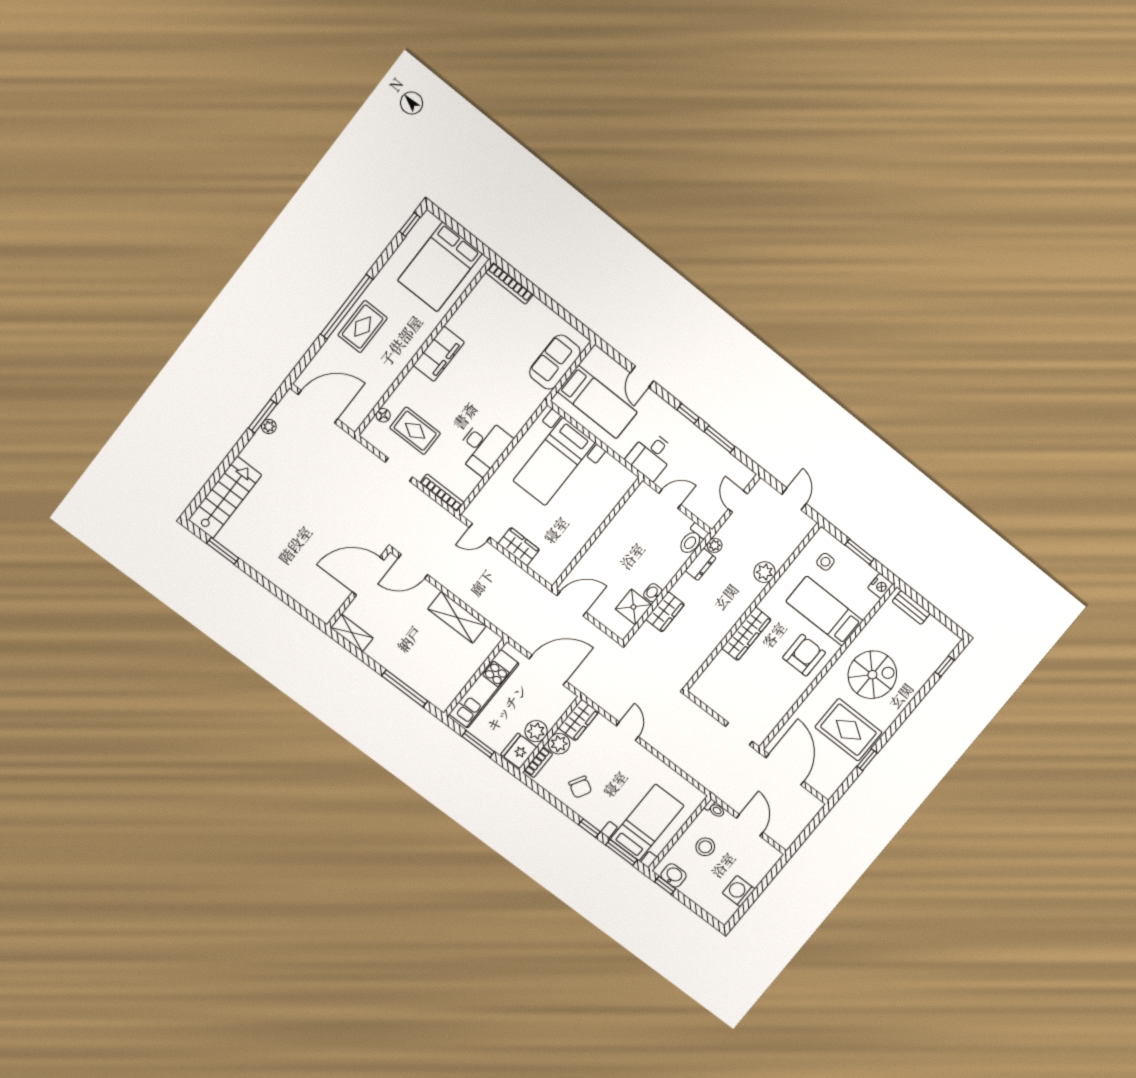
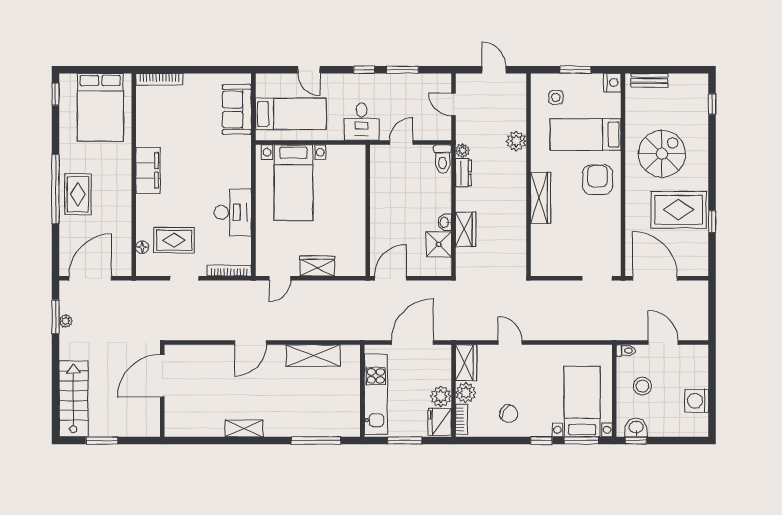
door: (368, 576) -> (162, 376), moved
wall: (358, 588) -> (162, 391), moved

